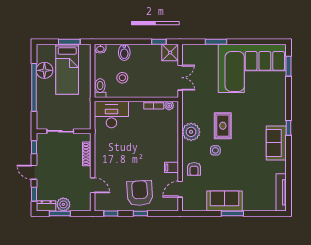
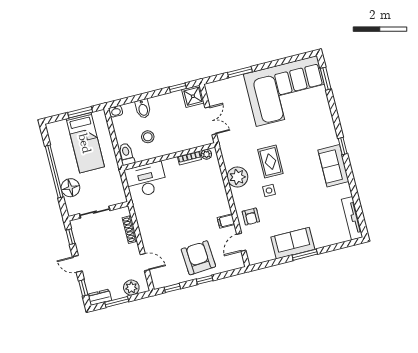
floor lamp: (44, 70) -> (70, 188), moved
plant: (63, 204) -> (131, 288), moved

